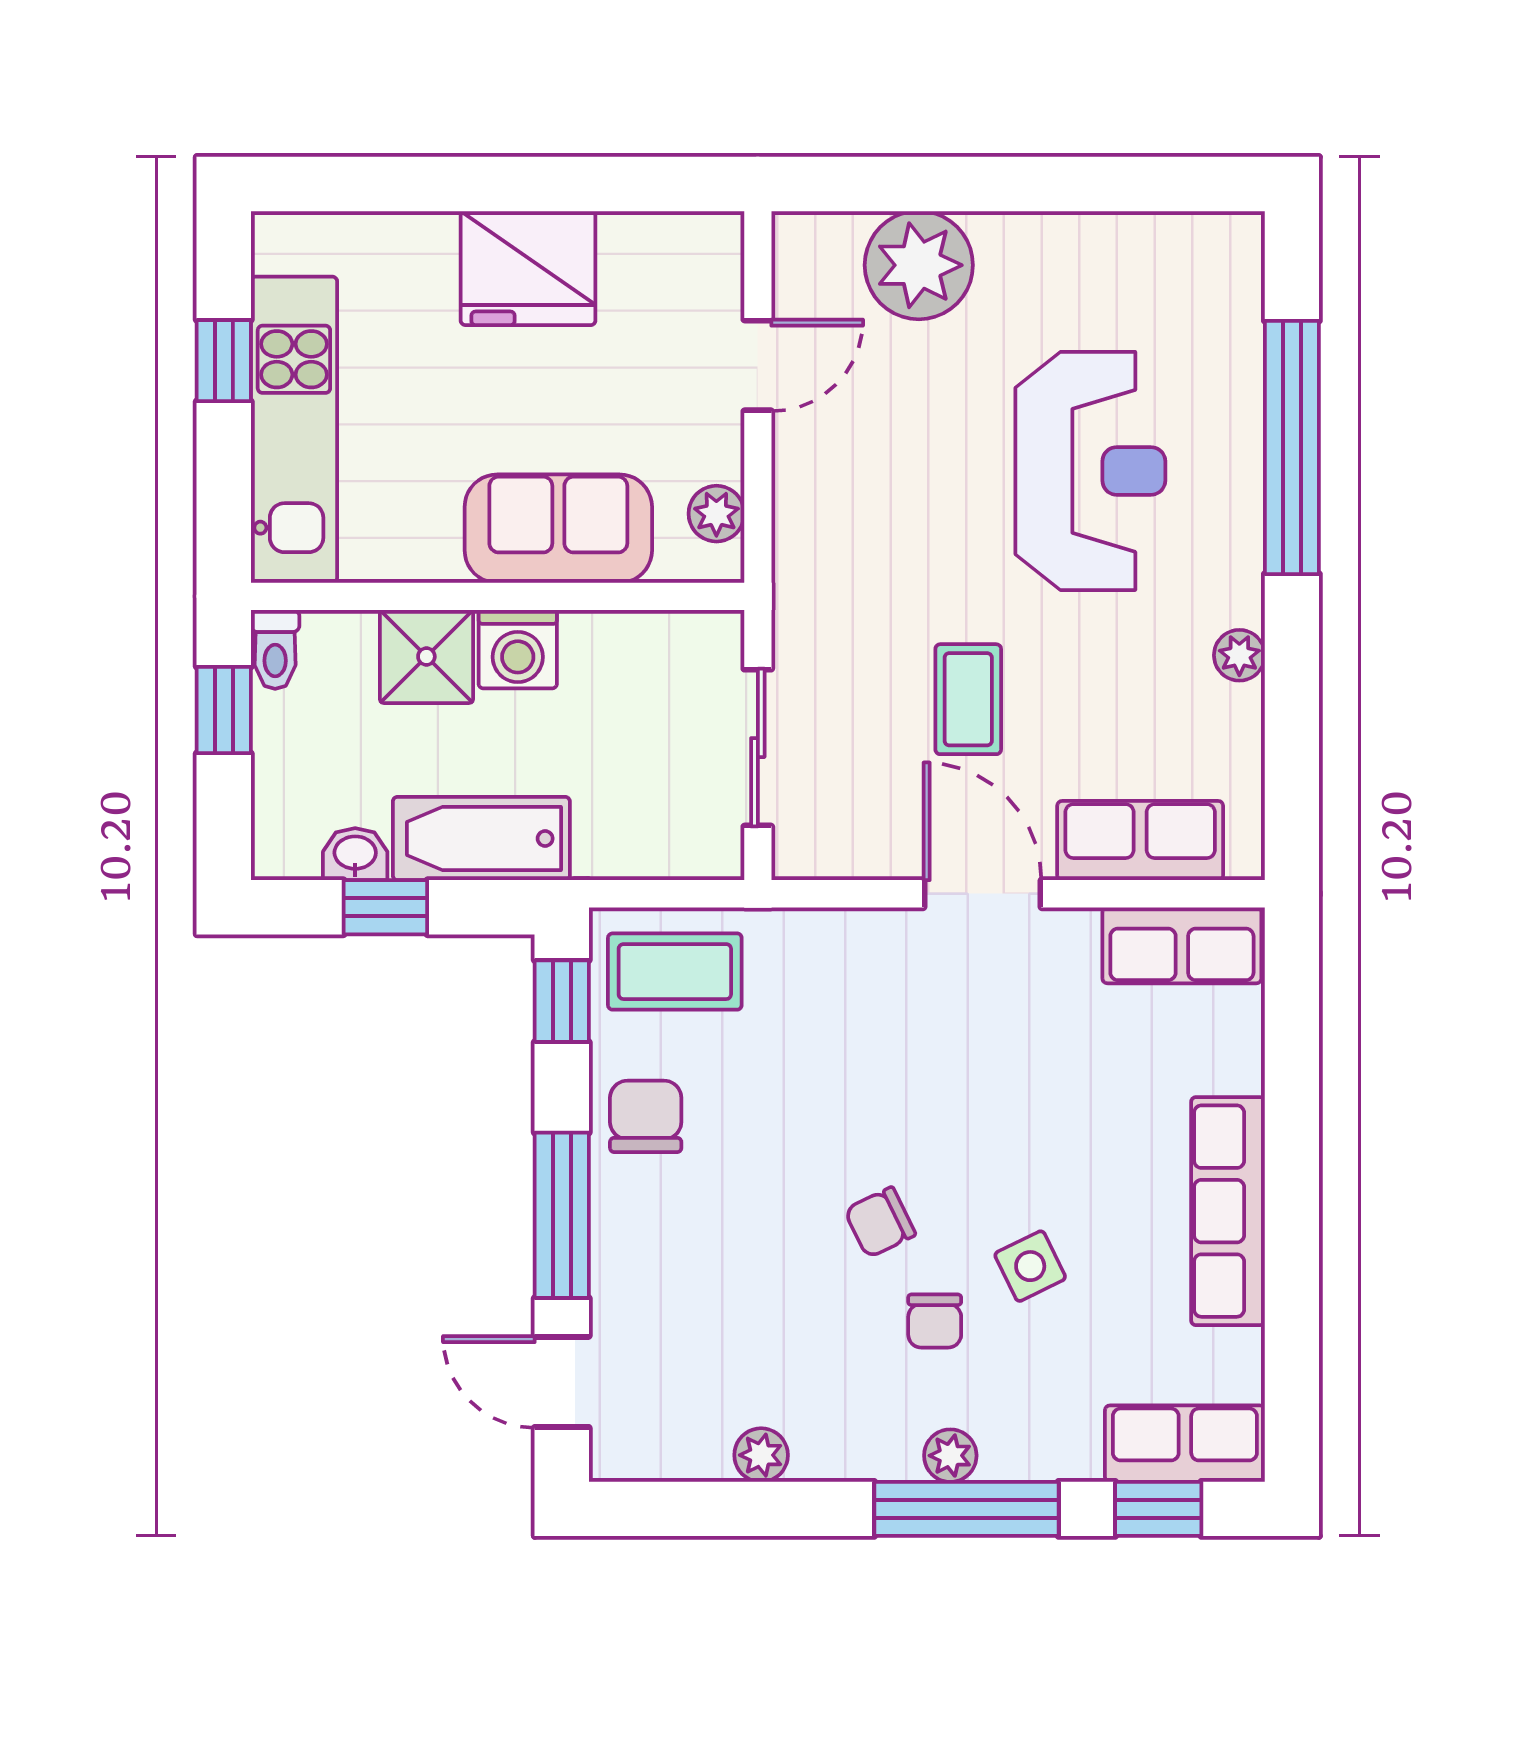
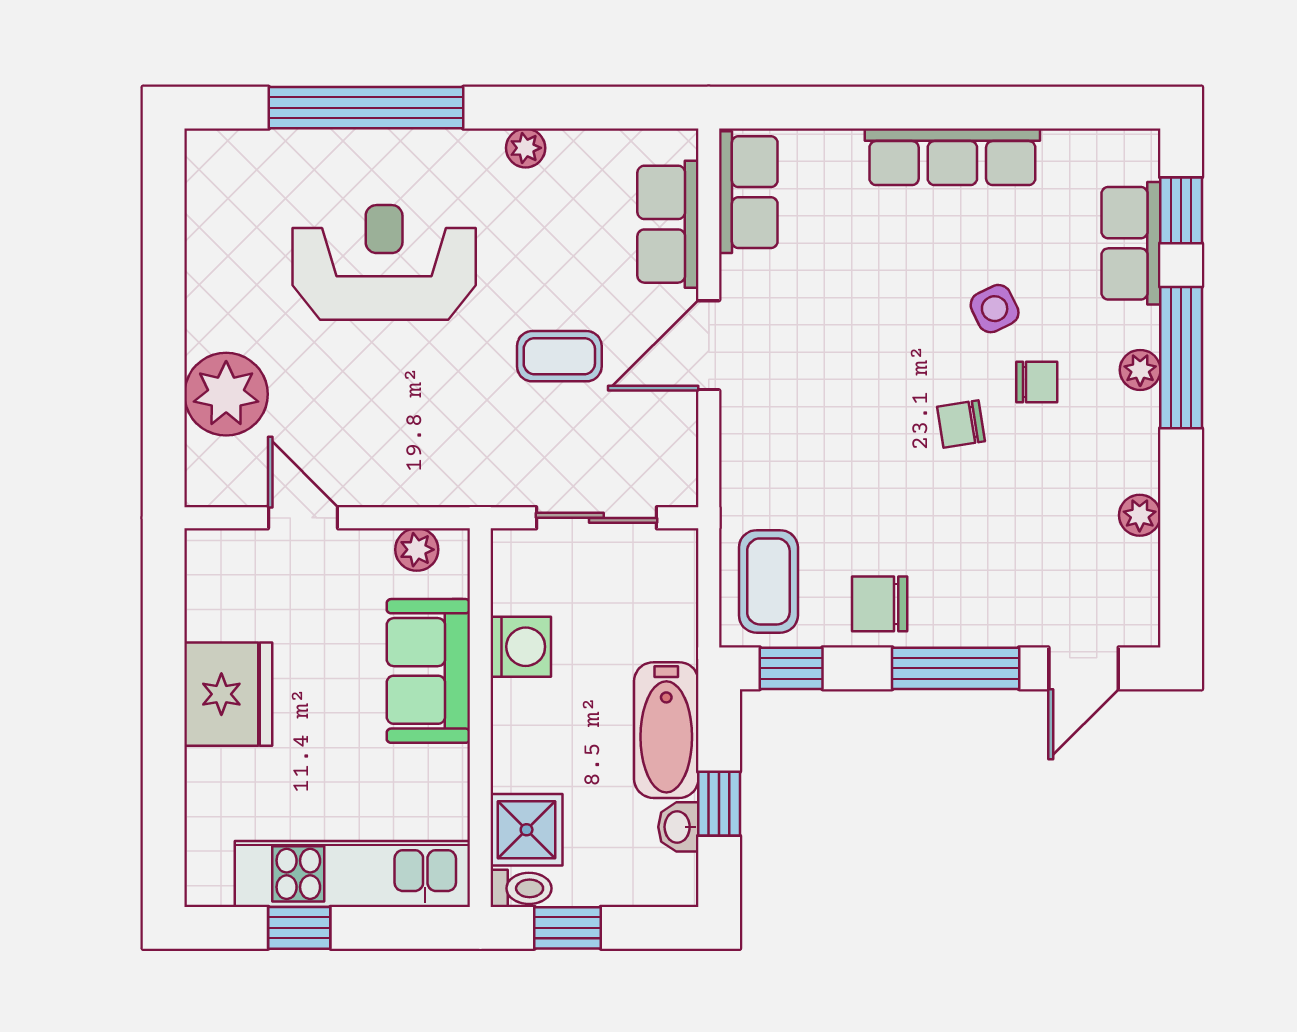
washing machine: (518, 649) -> (521, 647), moved
shower: (426, 657) -> (527, 830), moved
chair: (880, 1222) -> (961, 424), turned 107
row of seats: (1185, 1444) -> (1131, 243), moved

